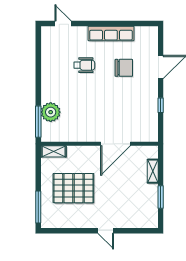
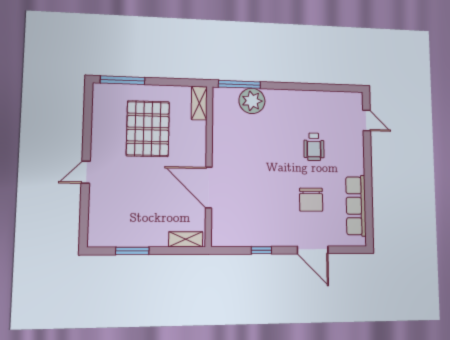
door: (63, 23) -> (367, 120), hinge flipped
row of seats: (111, 33) -> (356, 206), moved
shelving: (153, 171) -> (186, 239), moved

